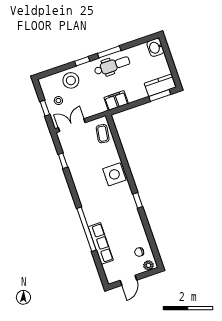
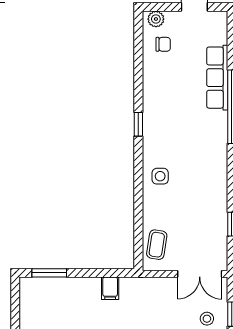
kitchen counter: (160, 85) -> (43, 288), removed
filing cabinet: (116, 101) -> (110, 288), width x0.50
side table: (114, 174) -> (160, 176), width x0.54, depth x0.54

